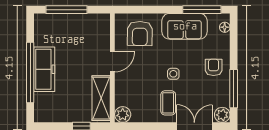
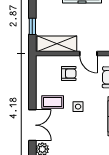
armchair: (214, 67) -> (69, 73), moved
plant: (123, 114) -> (43, 62), removed

